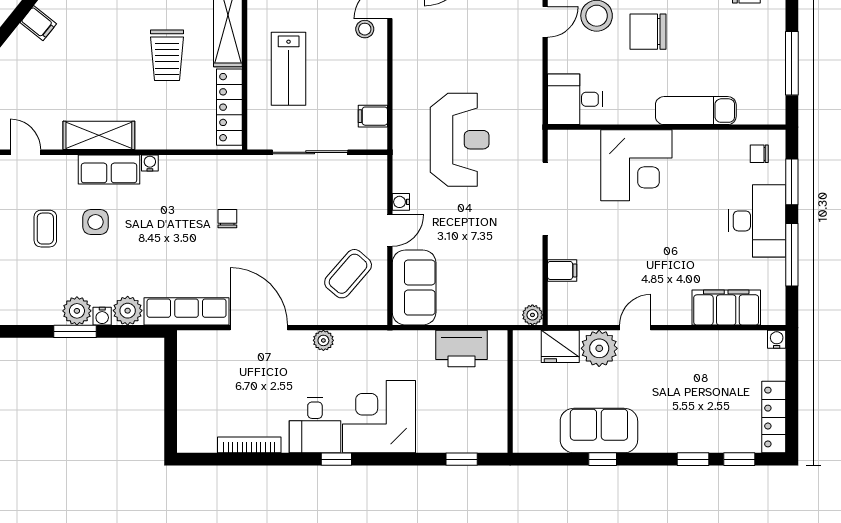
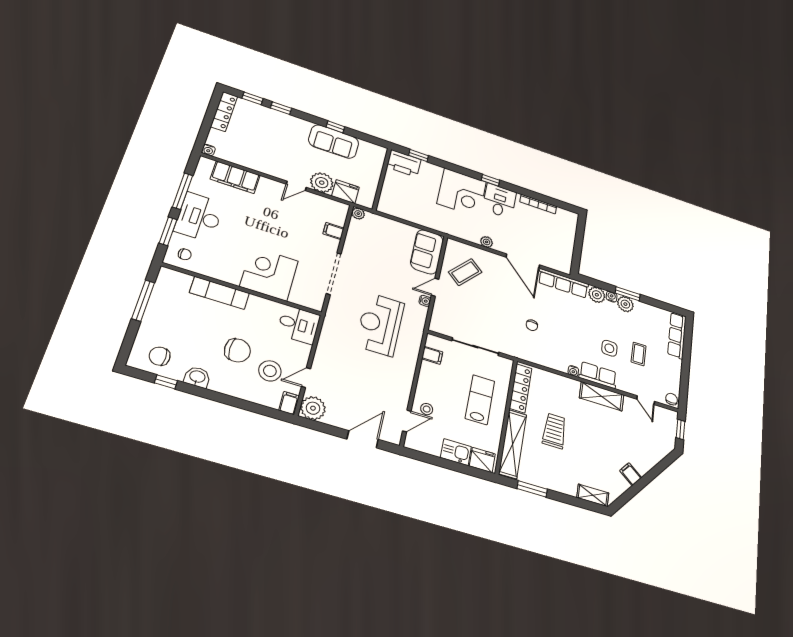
printer: (462, 349) -> (404, 163), moved, turned 180

